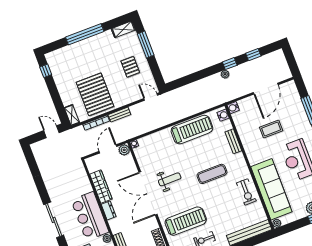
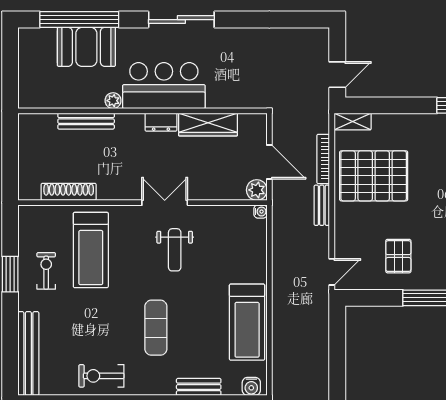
pallet: (130, 67) -> (398, 256), turned 90
double door: (148, 193) -> (165, 203), width x0.54

